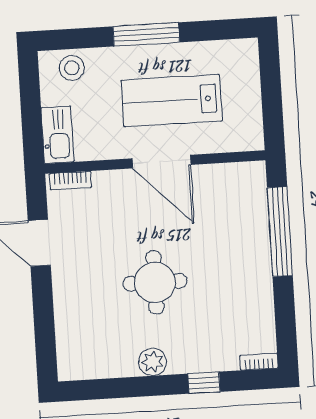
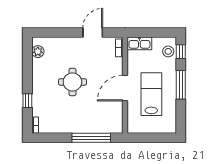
window: (70, 39) -> (181, 52), added
plant: (153, 362) -> (38, 52), moved

